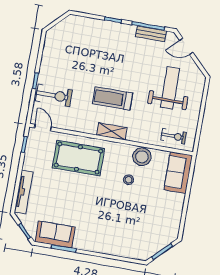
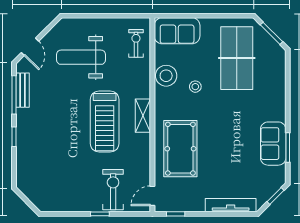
treadmill: (112, 98) -> (105, 121), width x1.37, depth x1.38
table tennis table: (146, 219) -> (237, 58), added
sofa: (55, 234) -> (273, 144), moved

